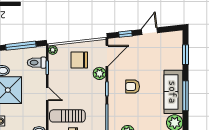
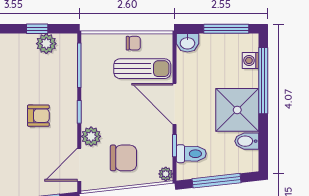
door: (47, 94) -> (175, 104), width x1.87

